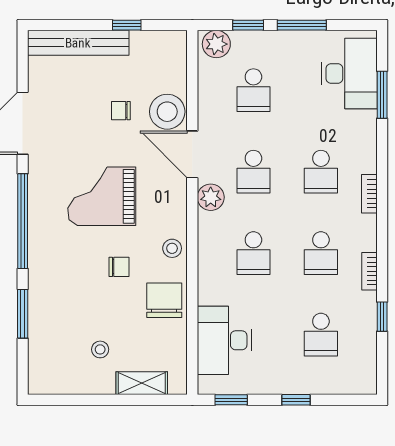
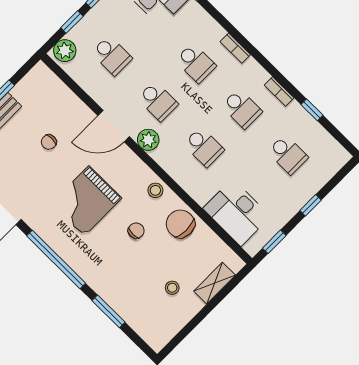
stool: (167, 112) -> (75, 116), removed

